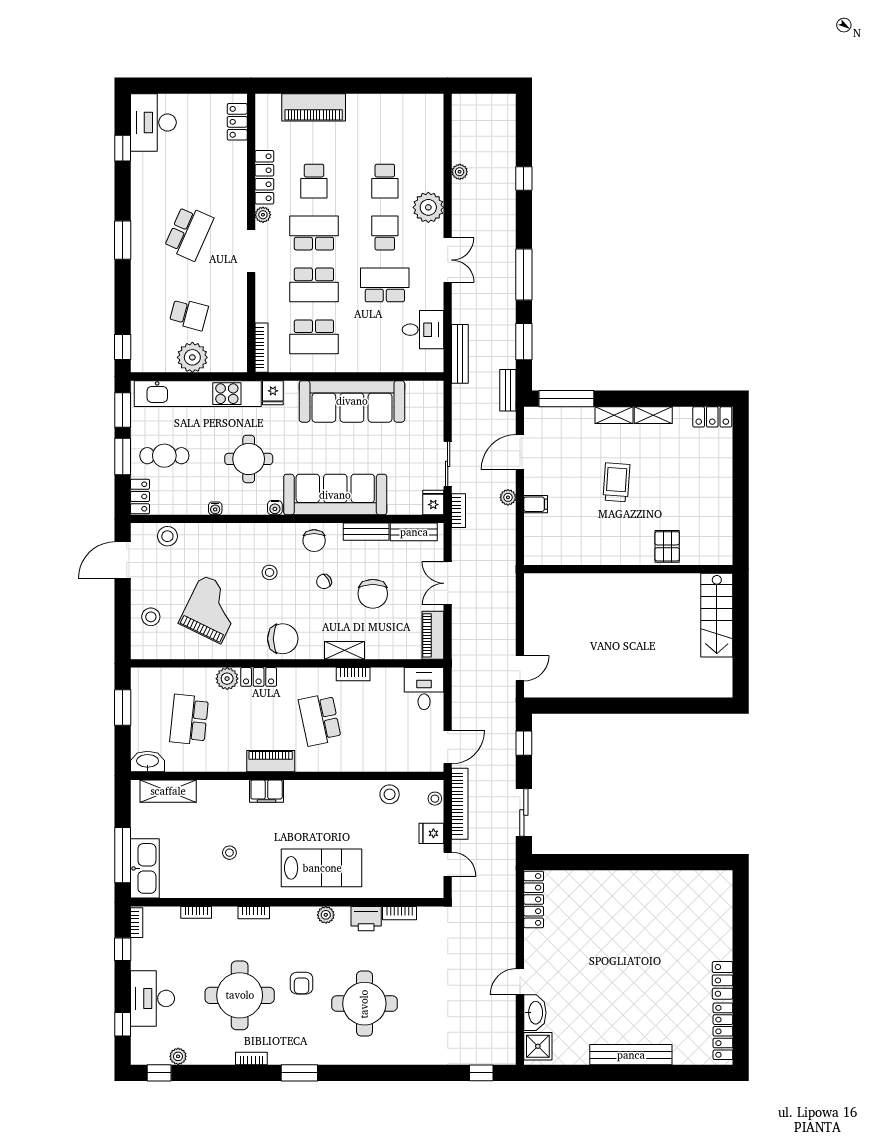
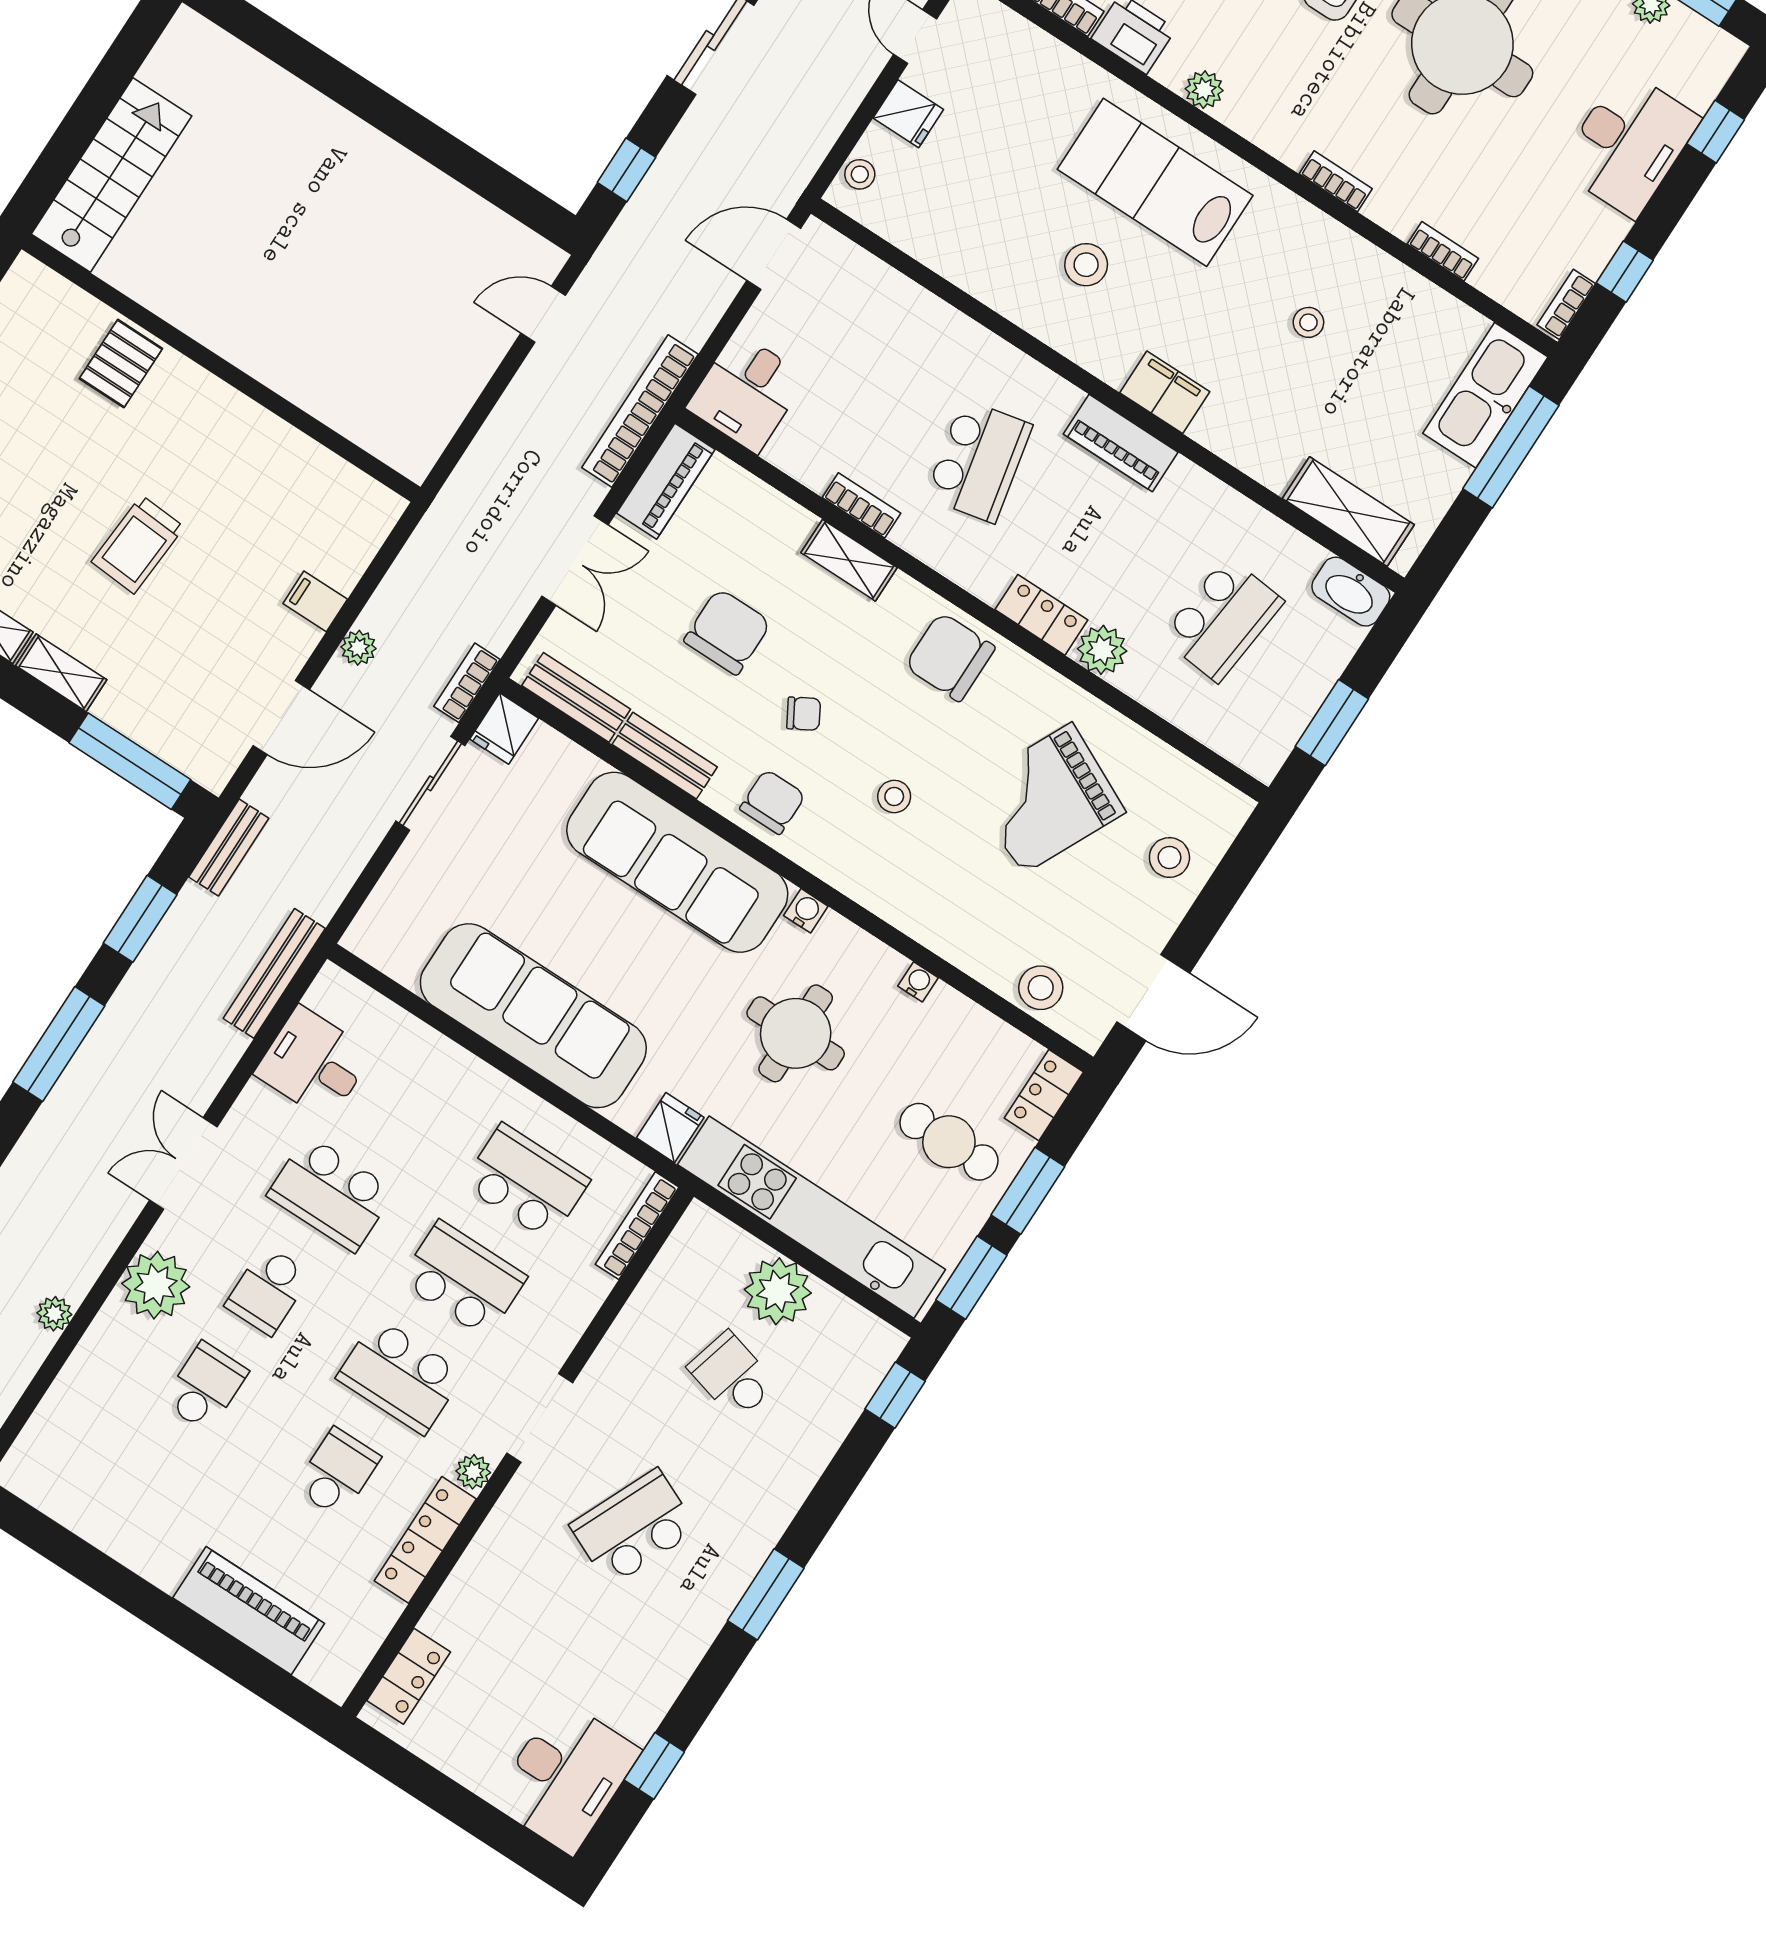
stool: (390, 794) -> (1086, 265), moved
bookcase: (460, 804) -> (640, 411), moved

